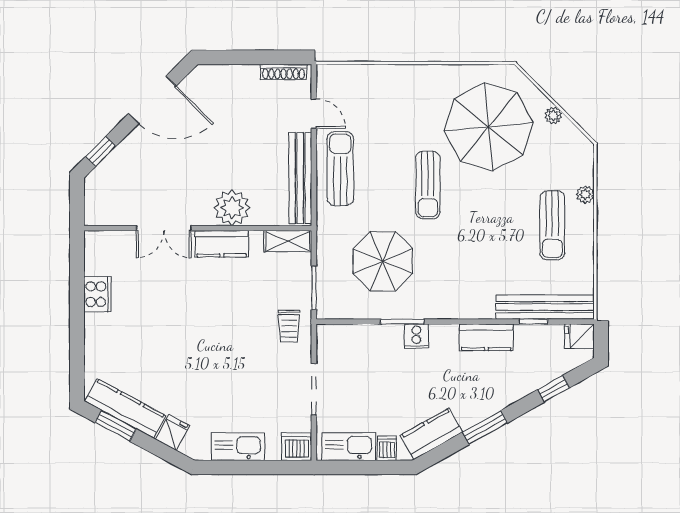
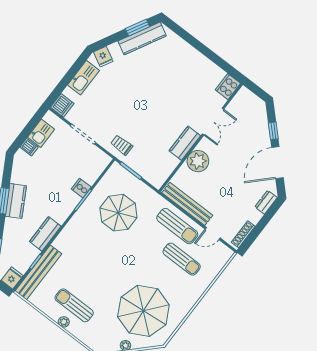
dresser: (217, 74) -> (266, 202), added
window: (101, 151) -> (273, 131), moved
sun lounger: (428, 185) -> (182, 259), moved, turned 180
plant: (585, 194) -> (64, 322), moved
double door: (164, 228) -> (213, 122), swing flipped
shelving: (288, 241) -> (162, 175), removed
cooker: (97, 294) -> (228, 87), moved, turned 90
cooker: (416, 336) -> (81, 188), moved
fridge: (172, 432) -> (103, 57), moved
kitchen counter: (432, 434) -> (16, 201), moved
kitchen sink: (349, 446) -> (41, 133), width x0.73

